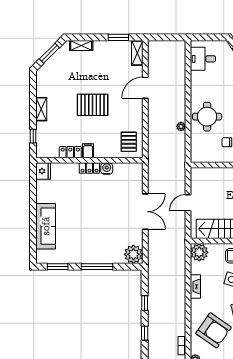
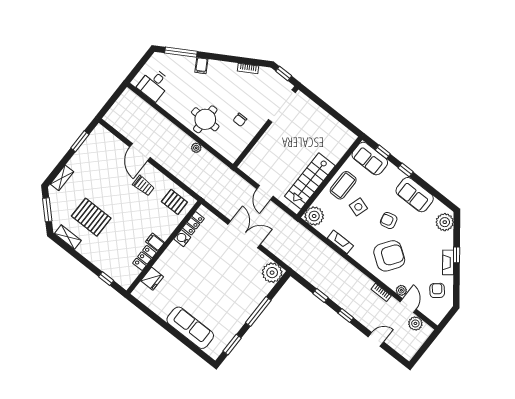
shelving: (137, 53) -> (105, 136), removed
pallet: (93, 105) -> (91, 217), moved, turned 90
shelving: (41, 109) -> (68, 237), moved
trolley: (123, 110) -> (144, 186), added
locker: (89, 168) -> (193, 223), moved
fridge: (43, 171) -> (152, 279), moved, turned 90

